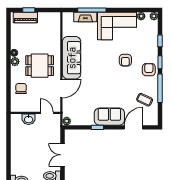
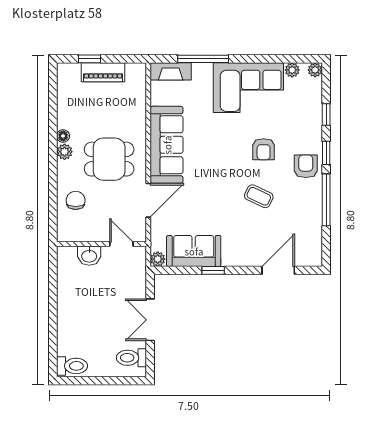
piano: (25, 17) -> (103, 72), moved
fireplace: (85, 17) -> (171, 71), moved
coffee table: (145, 100) -> (259, 196), moved
sofa: (109, 117) -> (194, 251), moved

